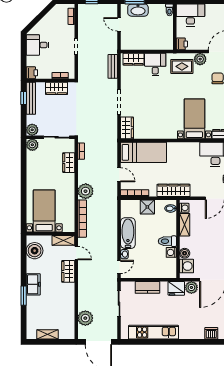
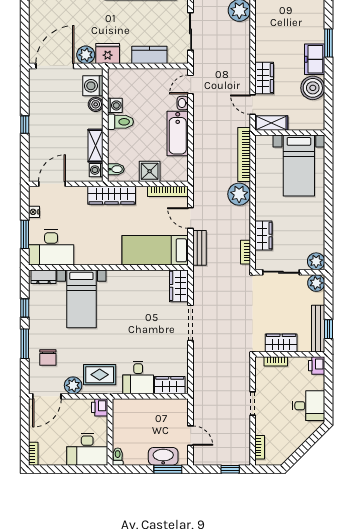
bench: (113, 66) -> (200, 248), moved
boiler: (35, 251) -> (313, 88), moved

